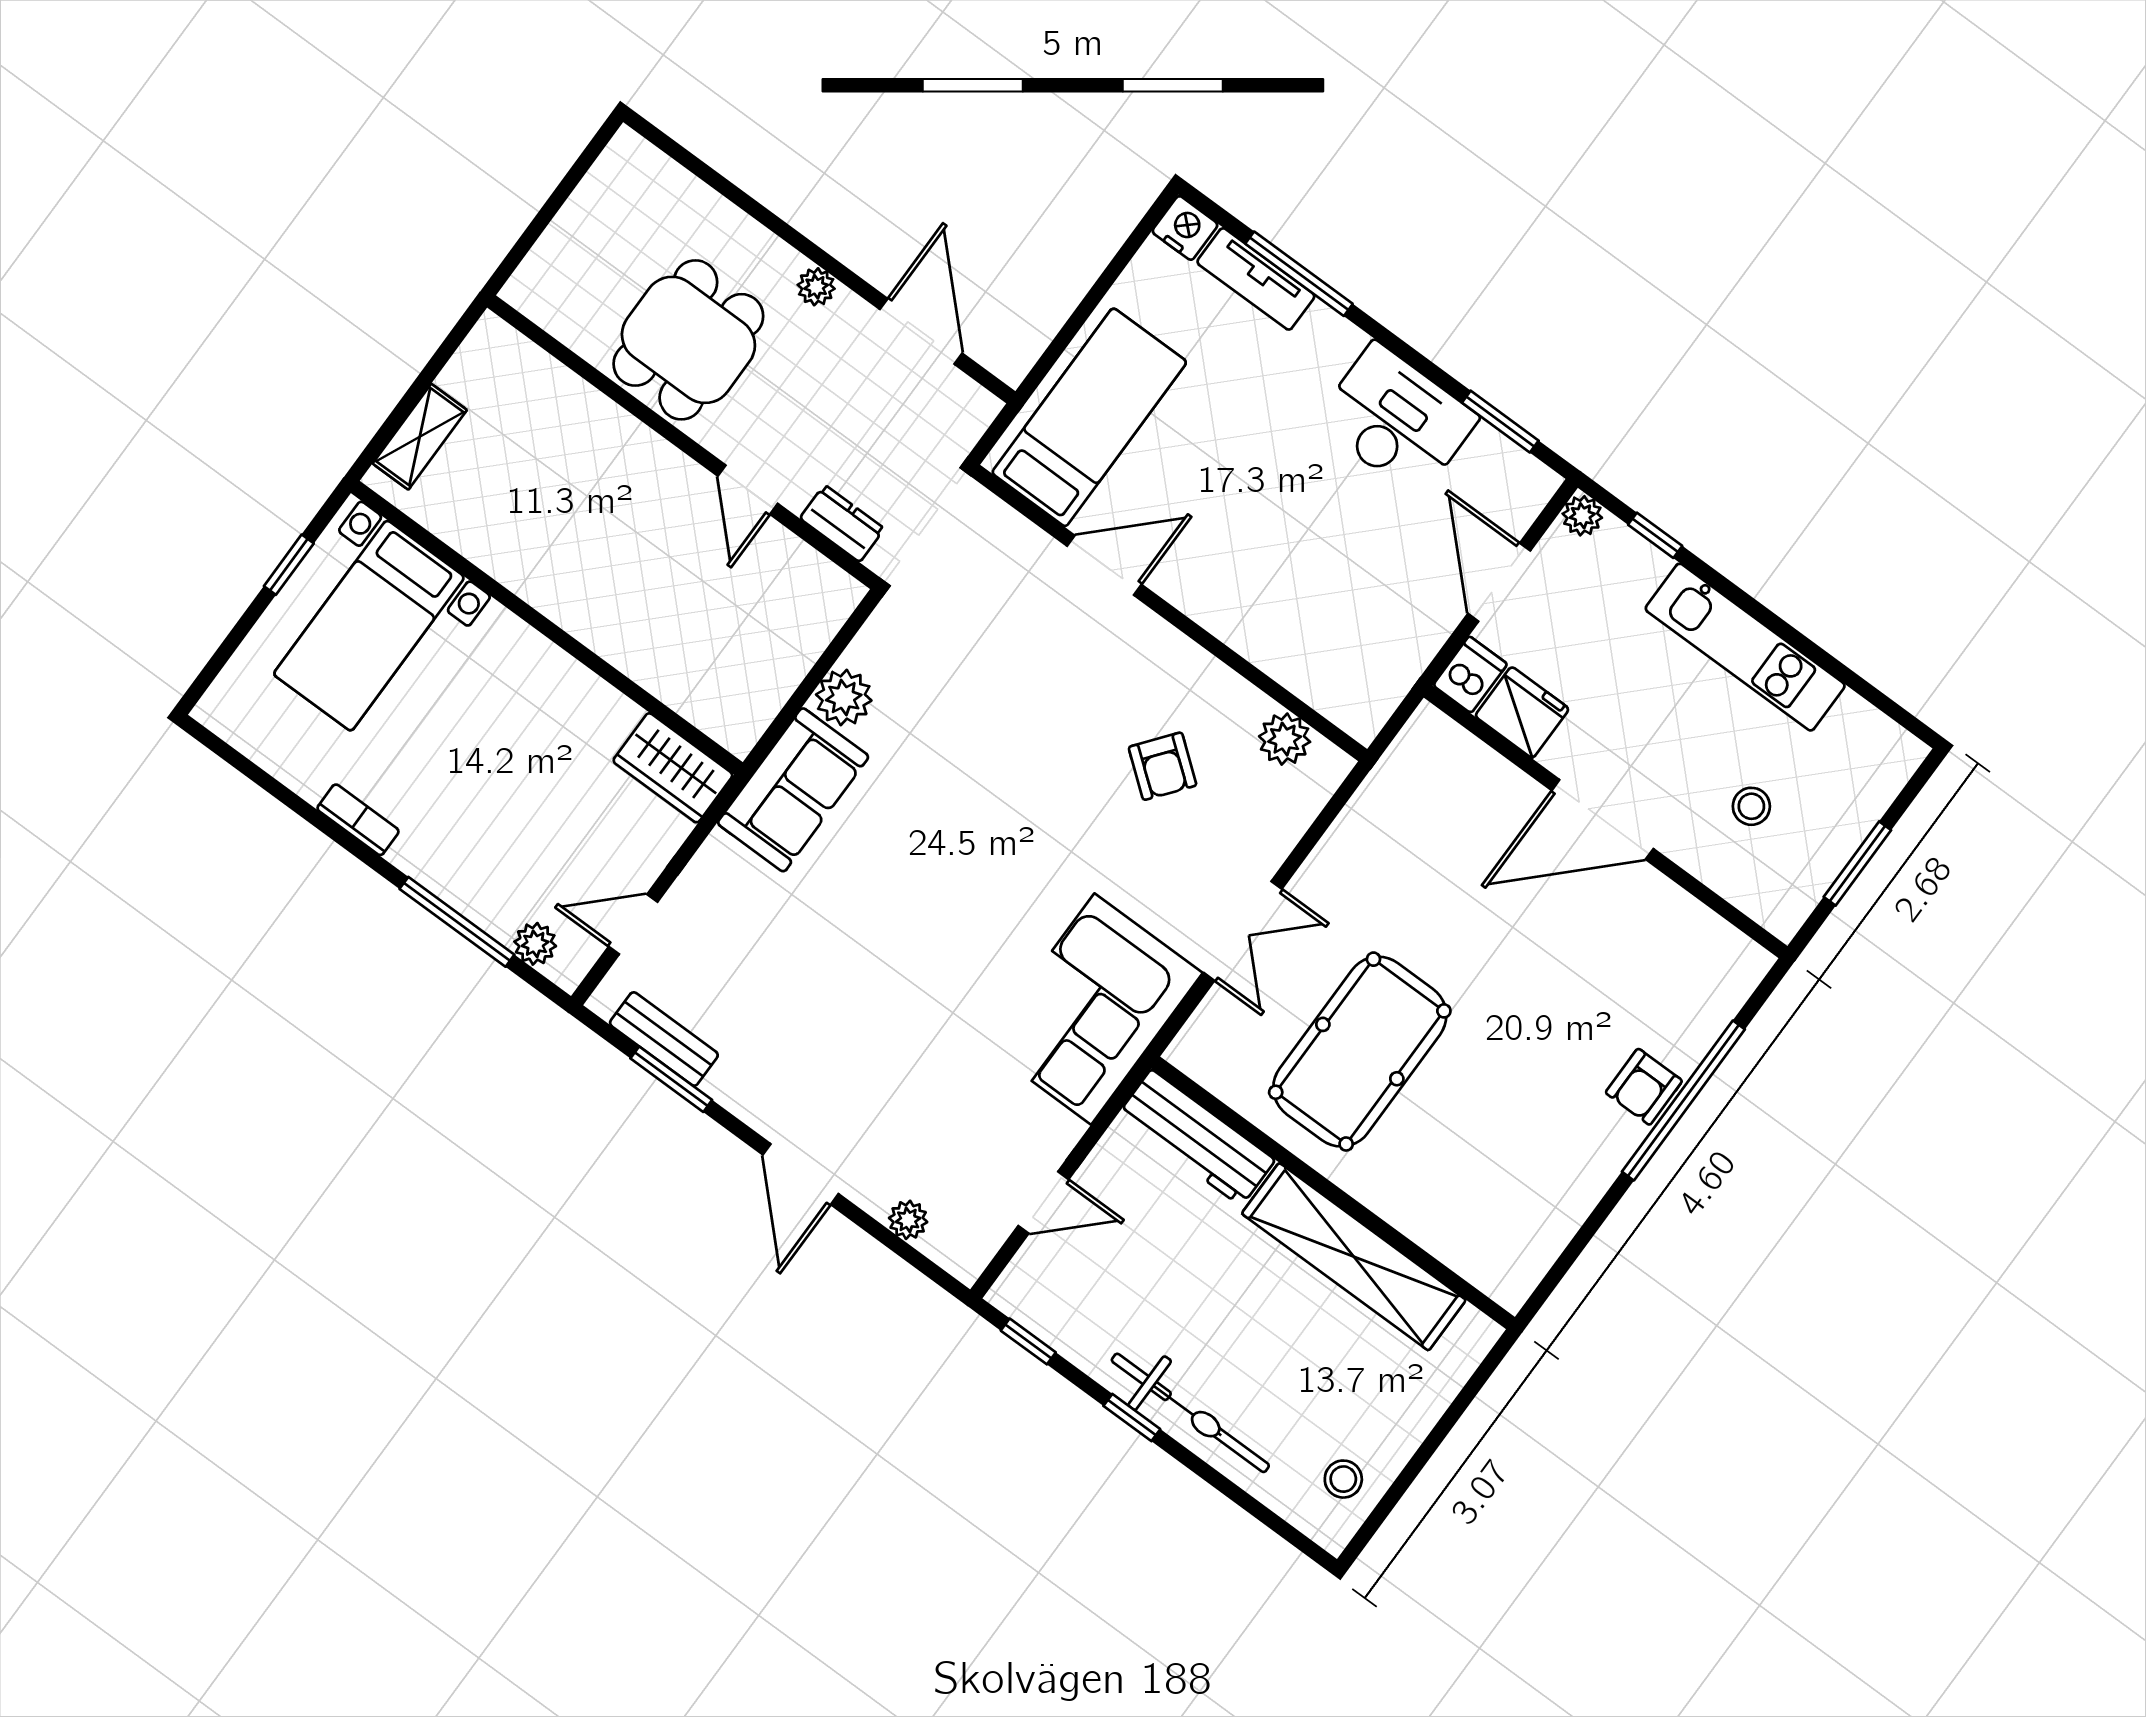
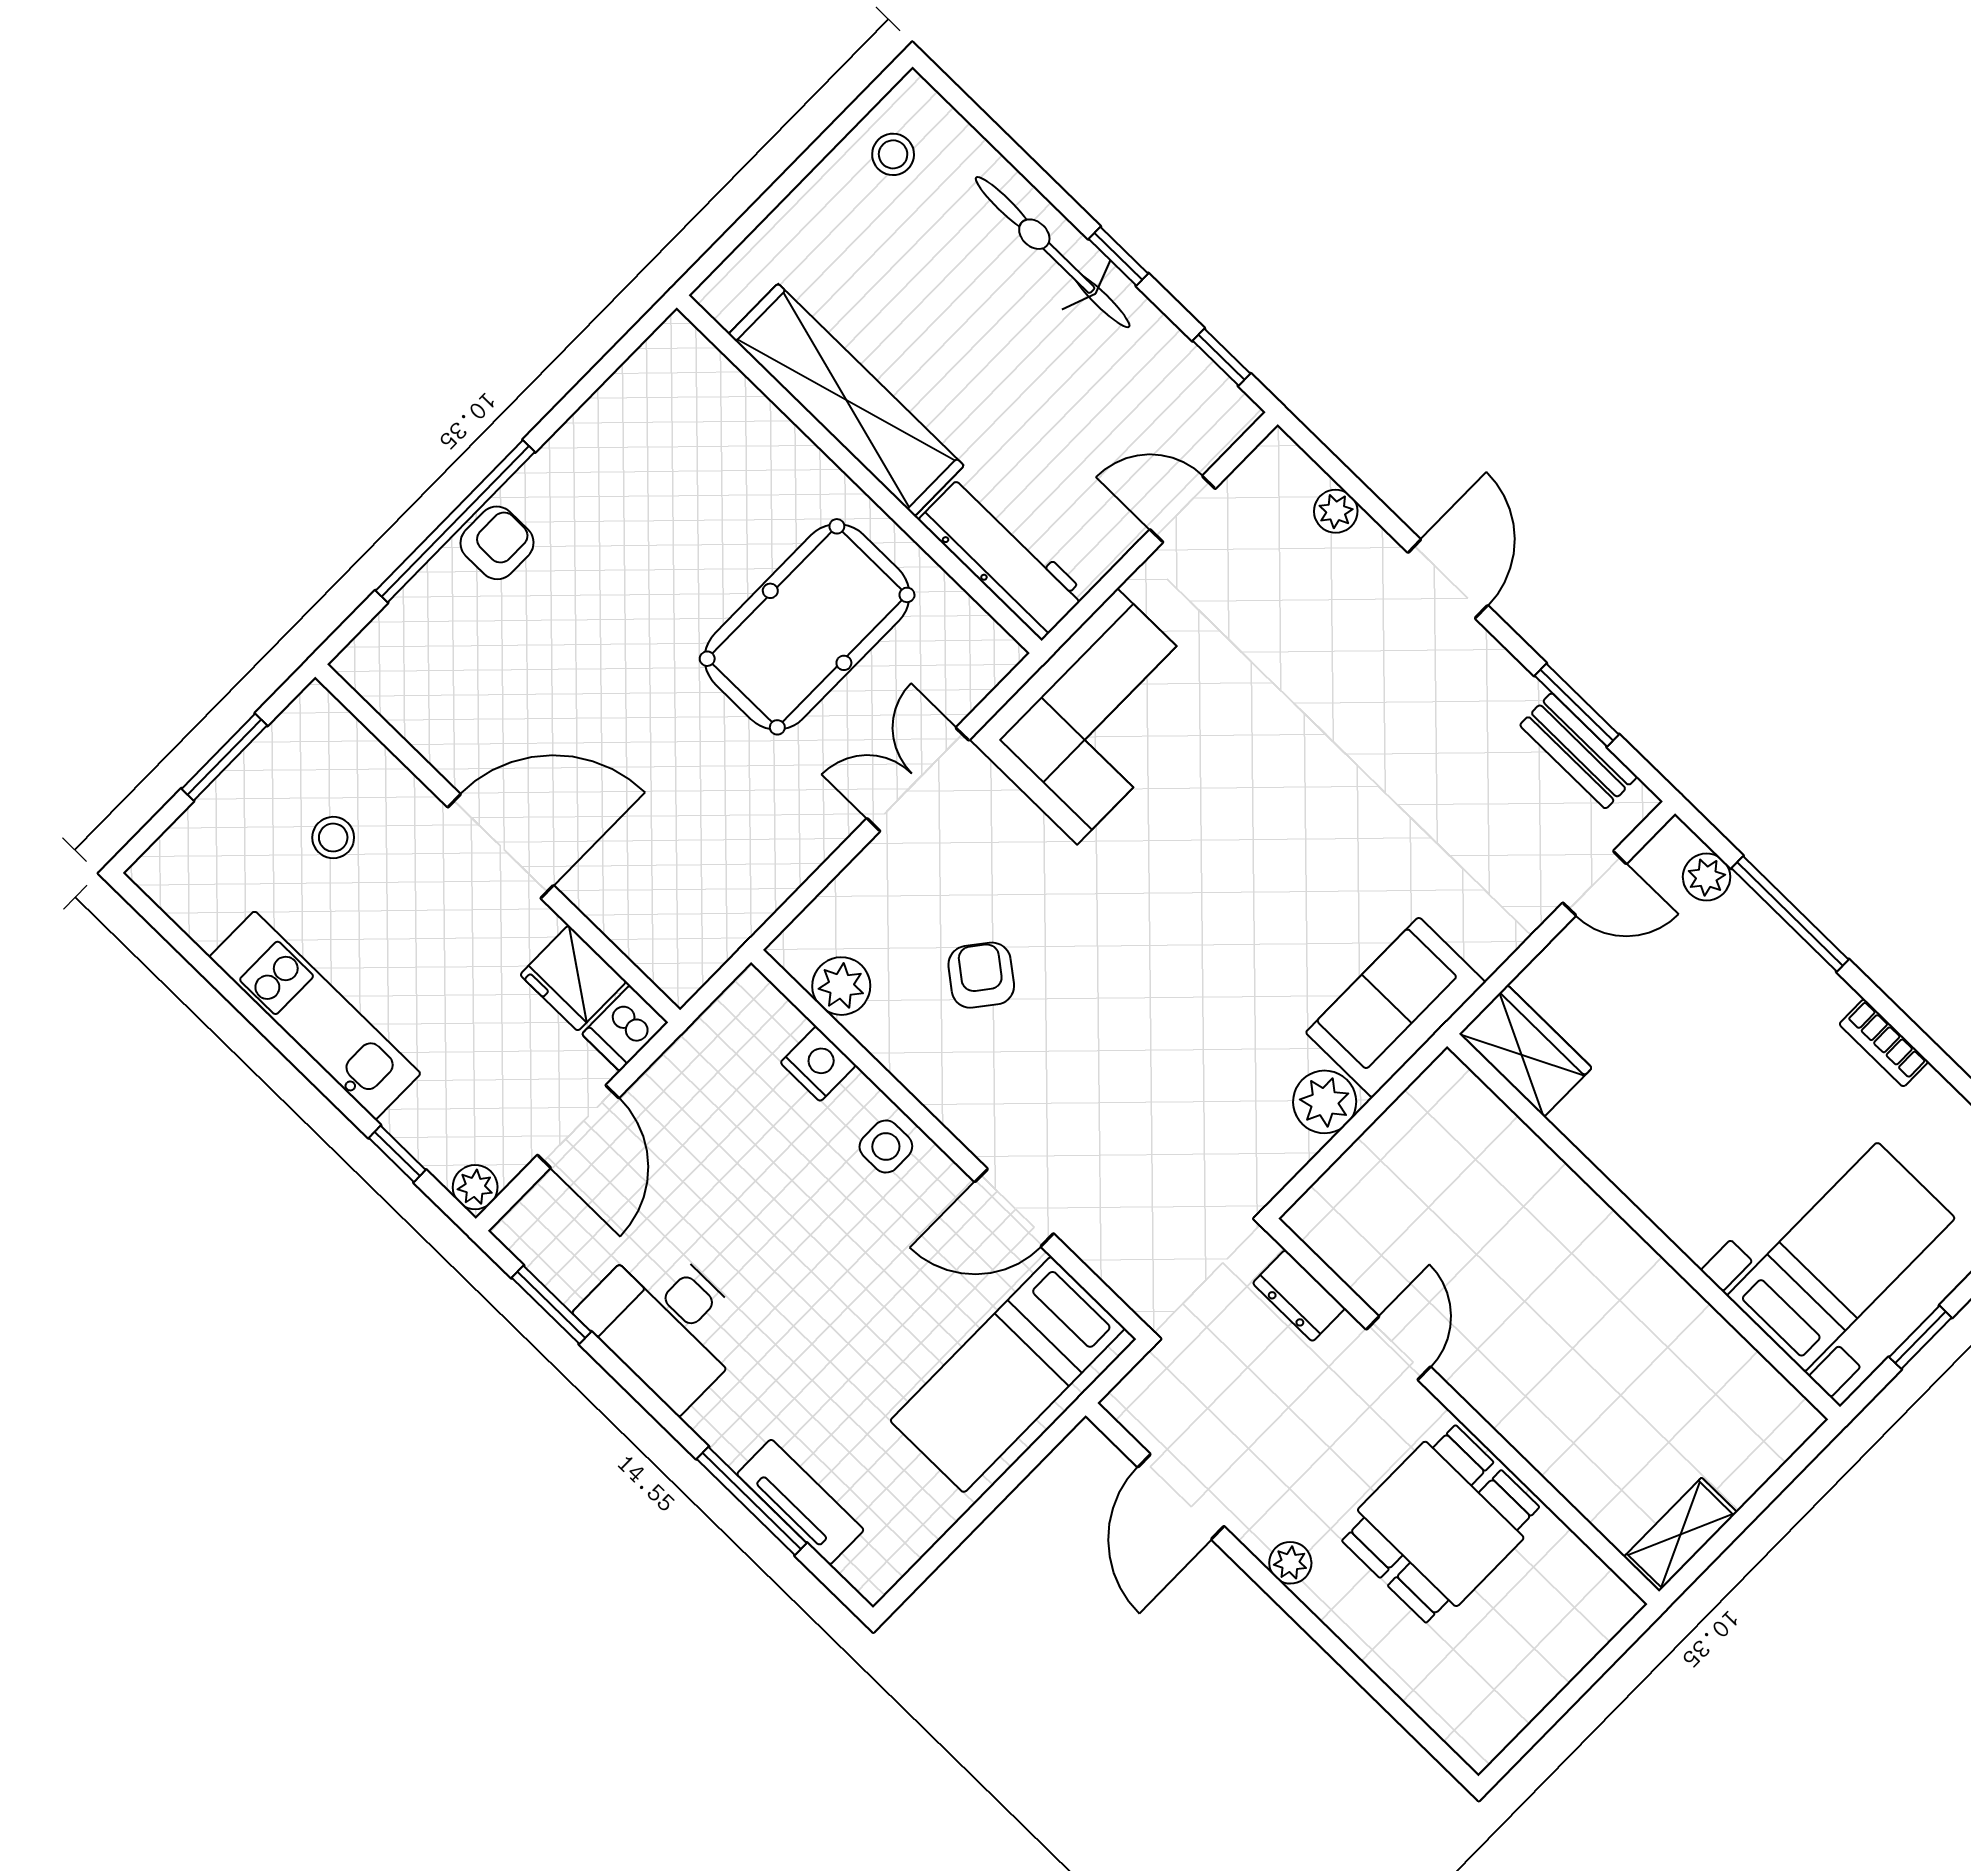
nightstand: (1185, 228) -> (818, 1064), moved, turned 180
shelving: (420, 437) -> (1680, 1535), moved
side table: (1225, 603) -> (886, 1147), added

